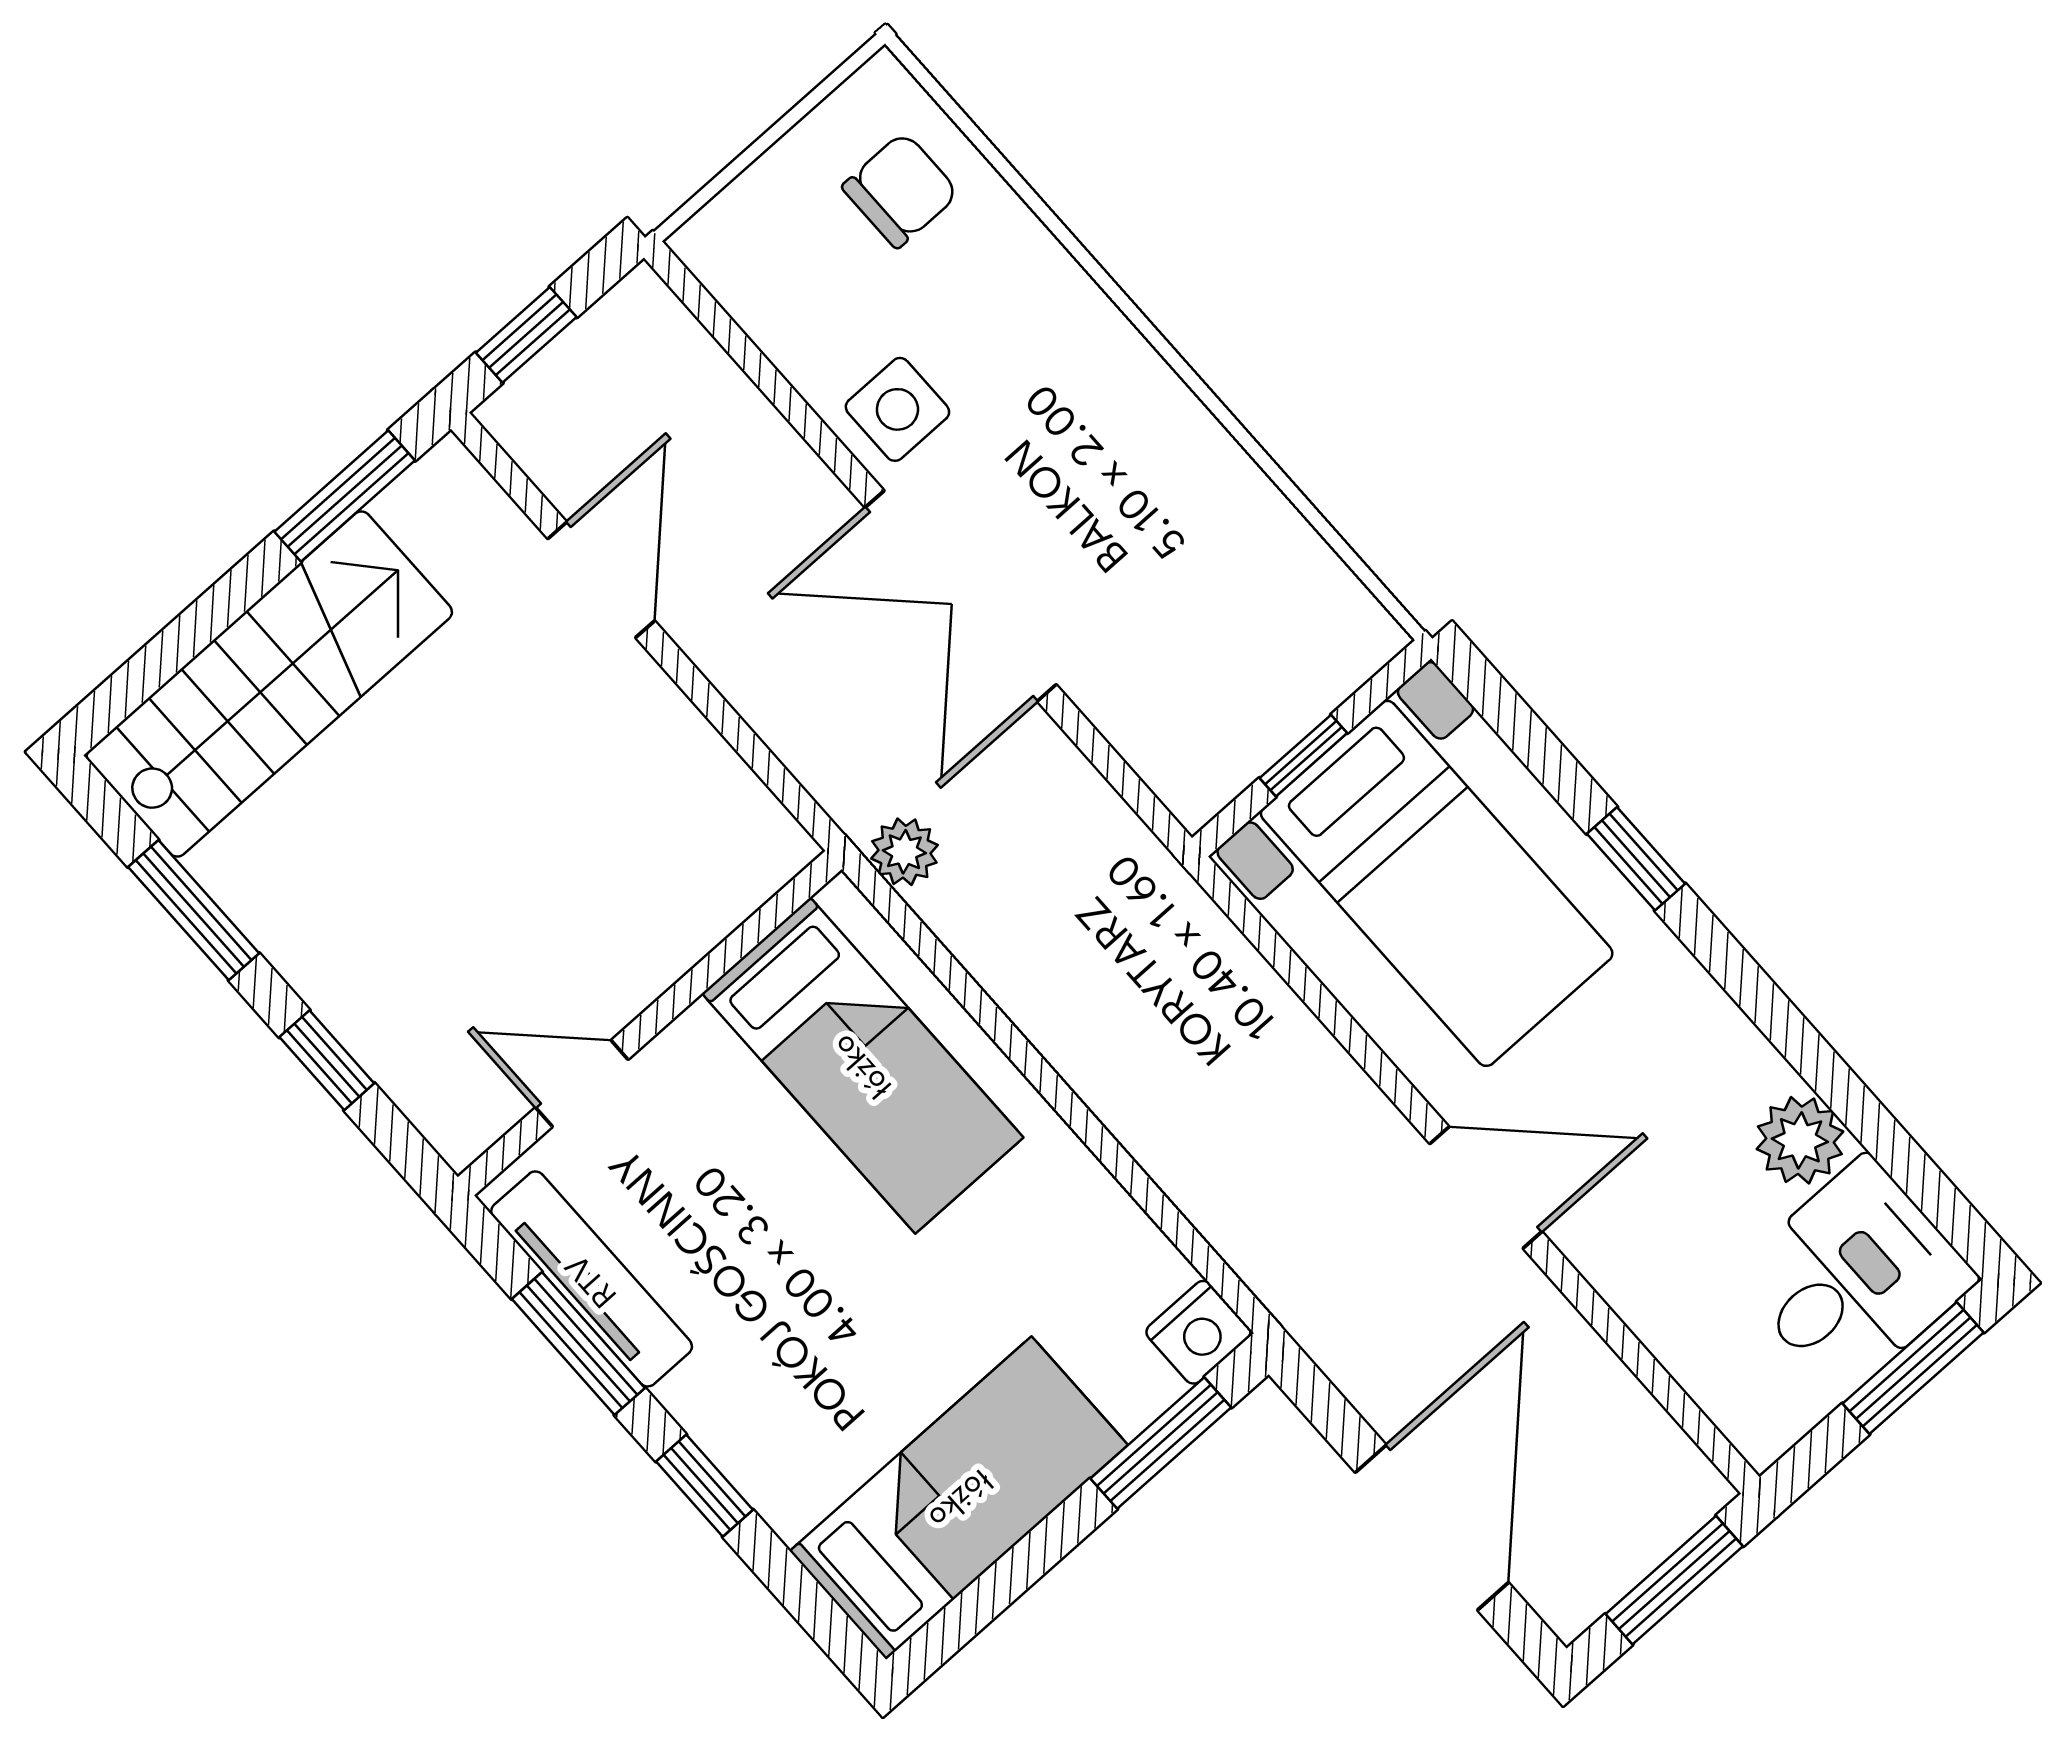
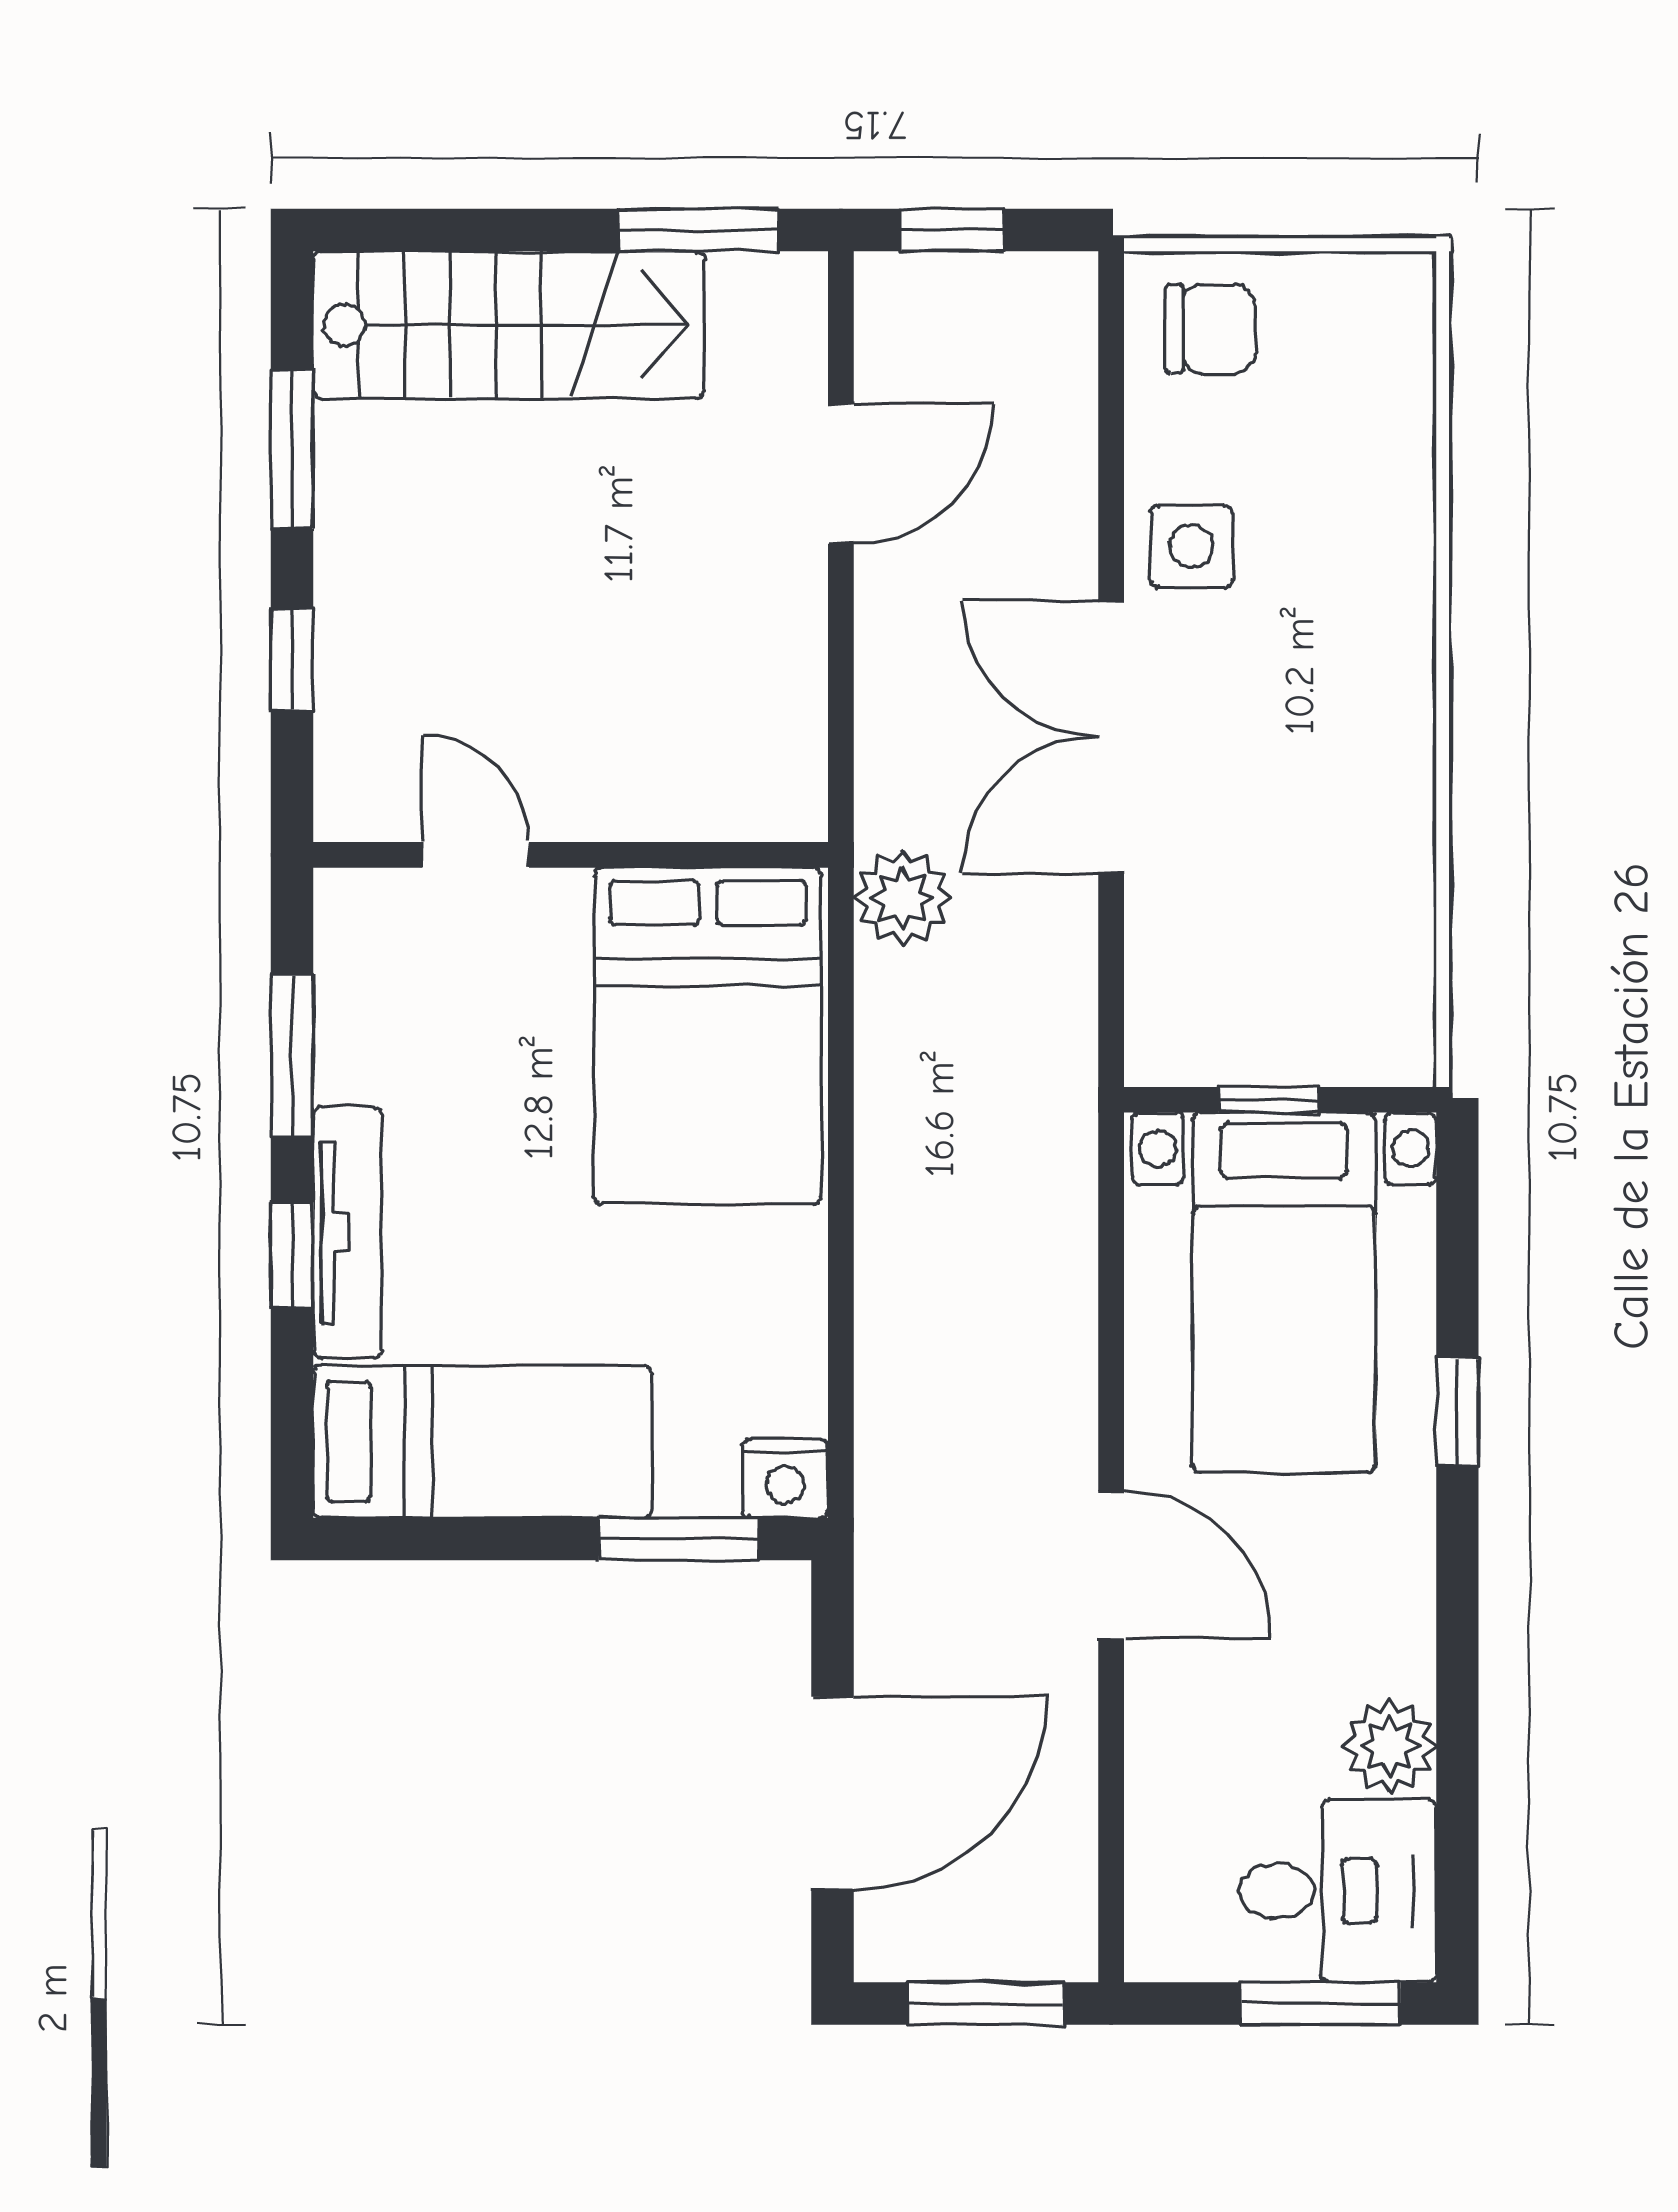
chair: (900, 190) -> (1210, 329), moved
plant: (904, 852) -> (903, 898), width x1.38, depth x1.38
bed: (863, 1065) -> (708, 1036), width x1.50
tv unit: (592, 1279) -> (347, 1233), moved

